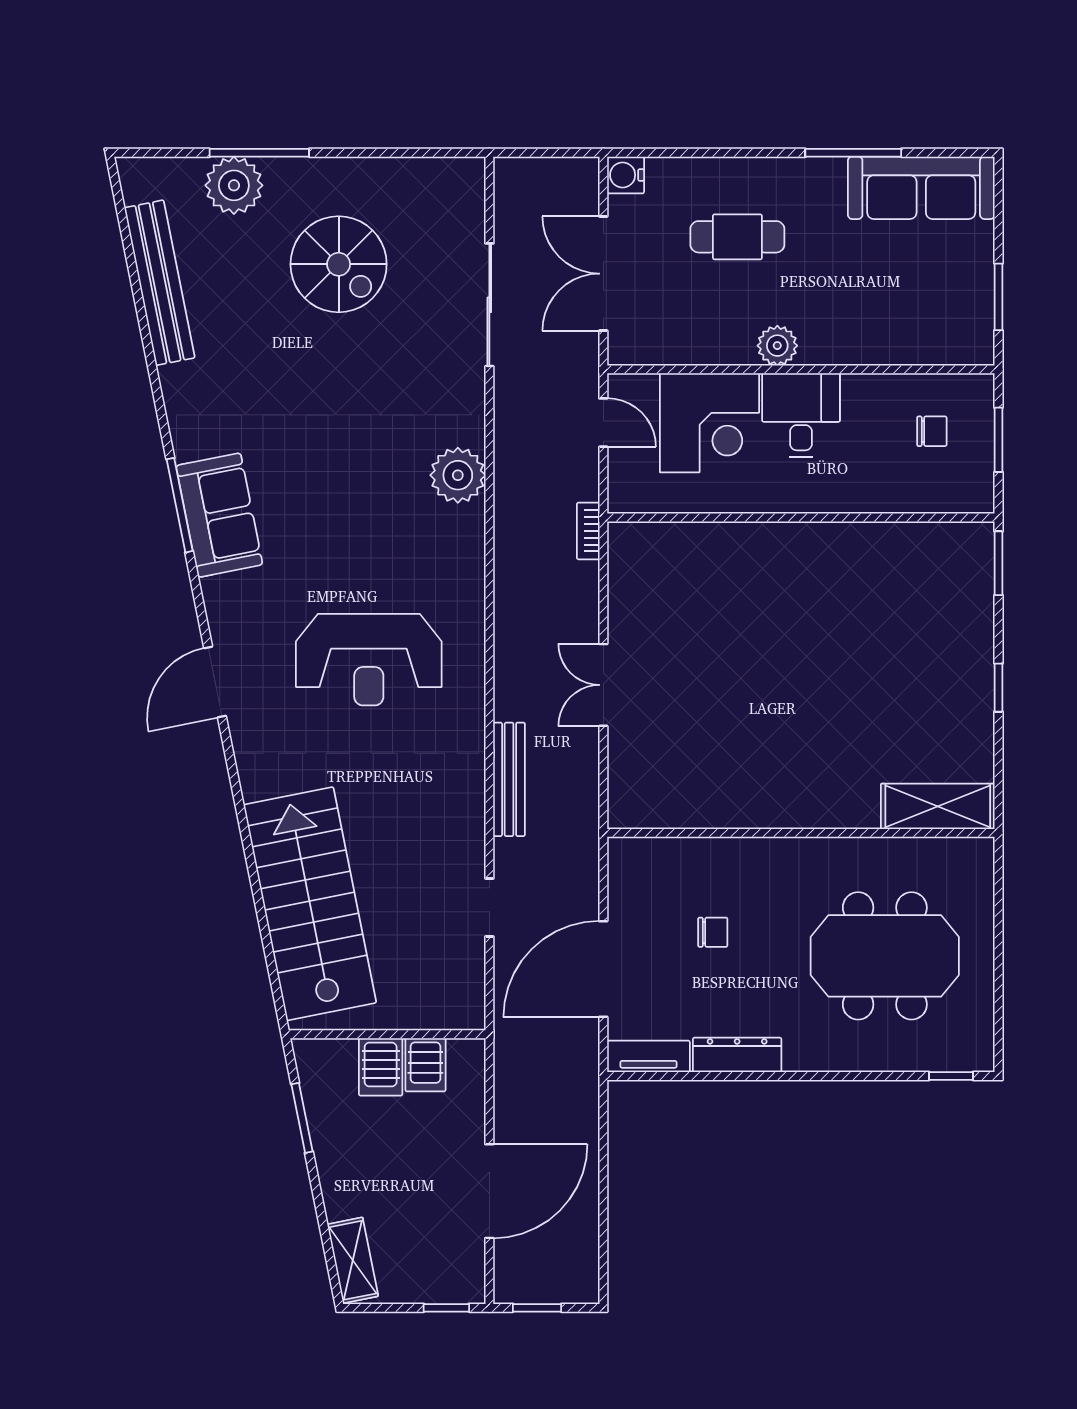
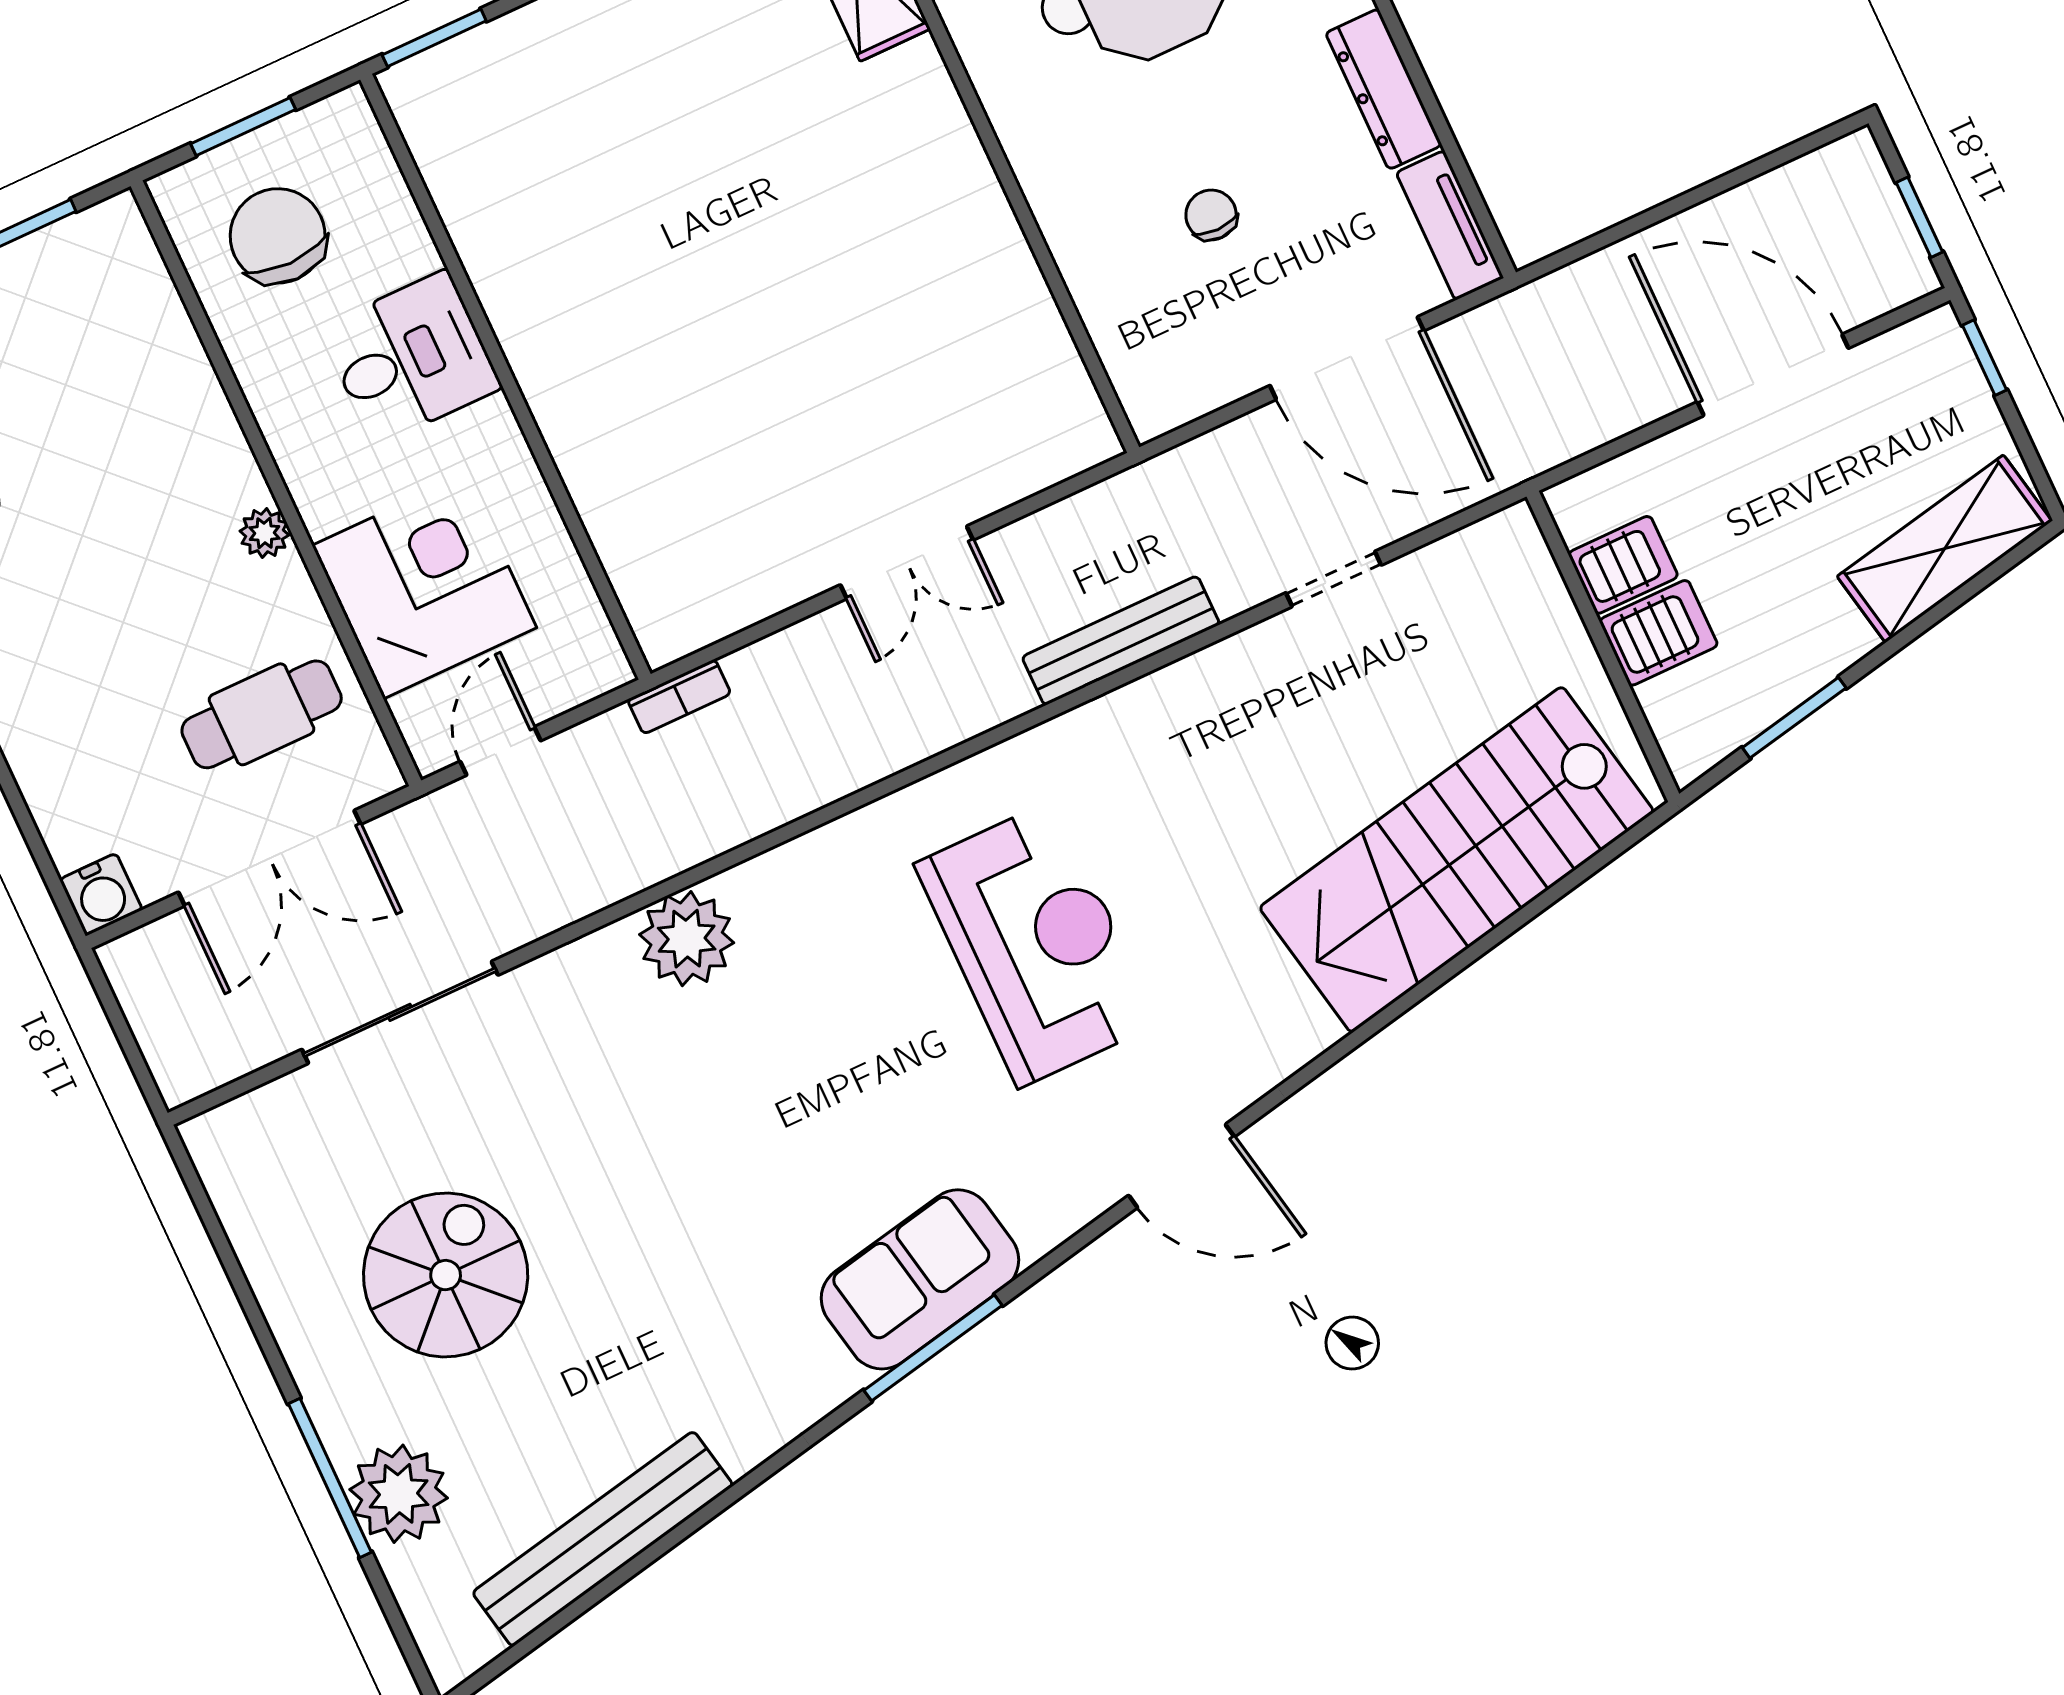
cafe table: (737, 237) -> (262, 714), moved, turned 90
plant: (777, 346) -> (264, 533), width x0.73, depth x0.73
desk: (801, 415) -> (411, 358), moved, turned 180
chair: (932, 431) -> (278, 236), width x1.87, depth x1.87
shelving: (353, 1260) -> (1944, 549), width x1.50, depth x1.33

